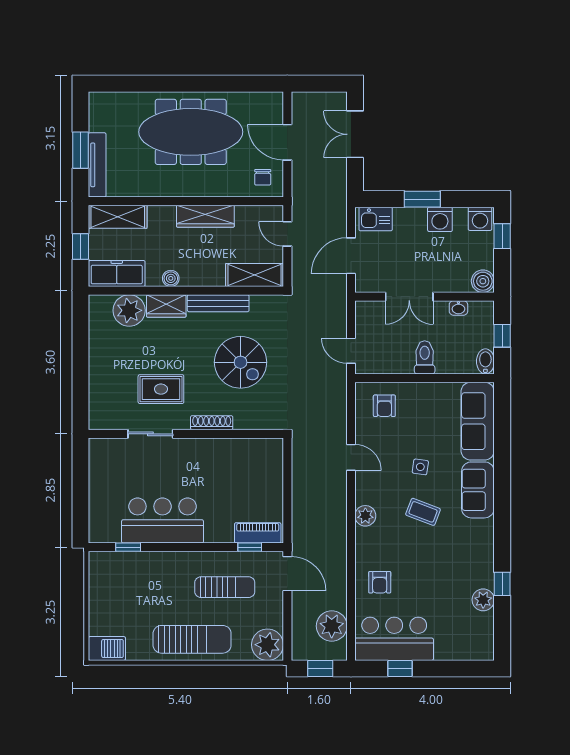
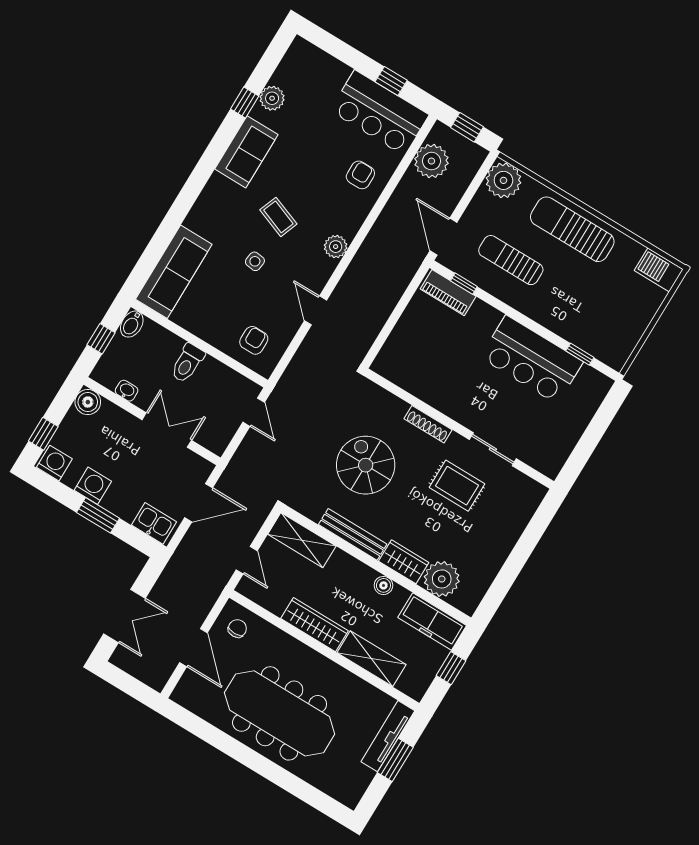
shelving: (118, 217) -> (372, 659), moved
sofa: (478, 490) -> (246, 152), moved

